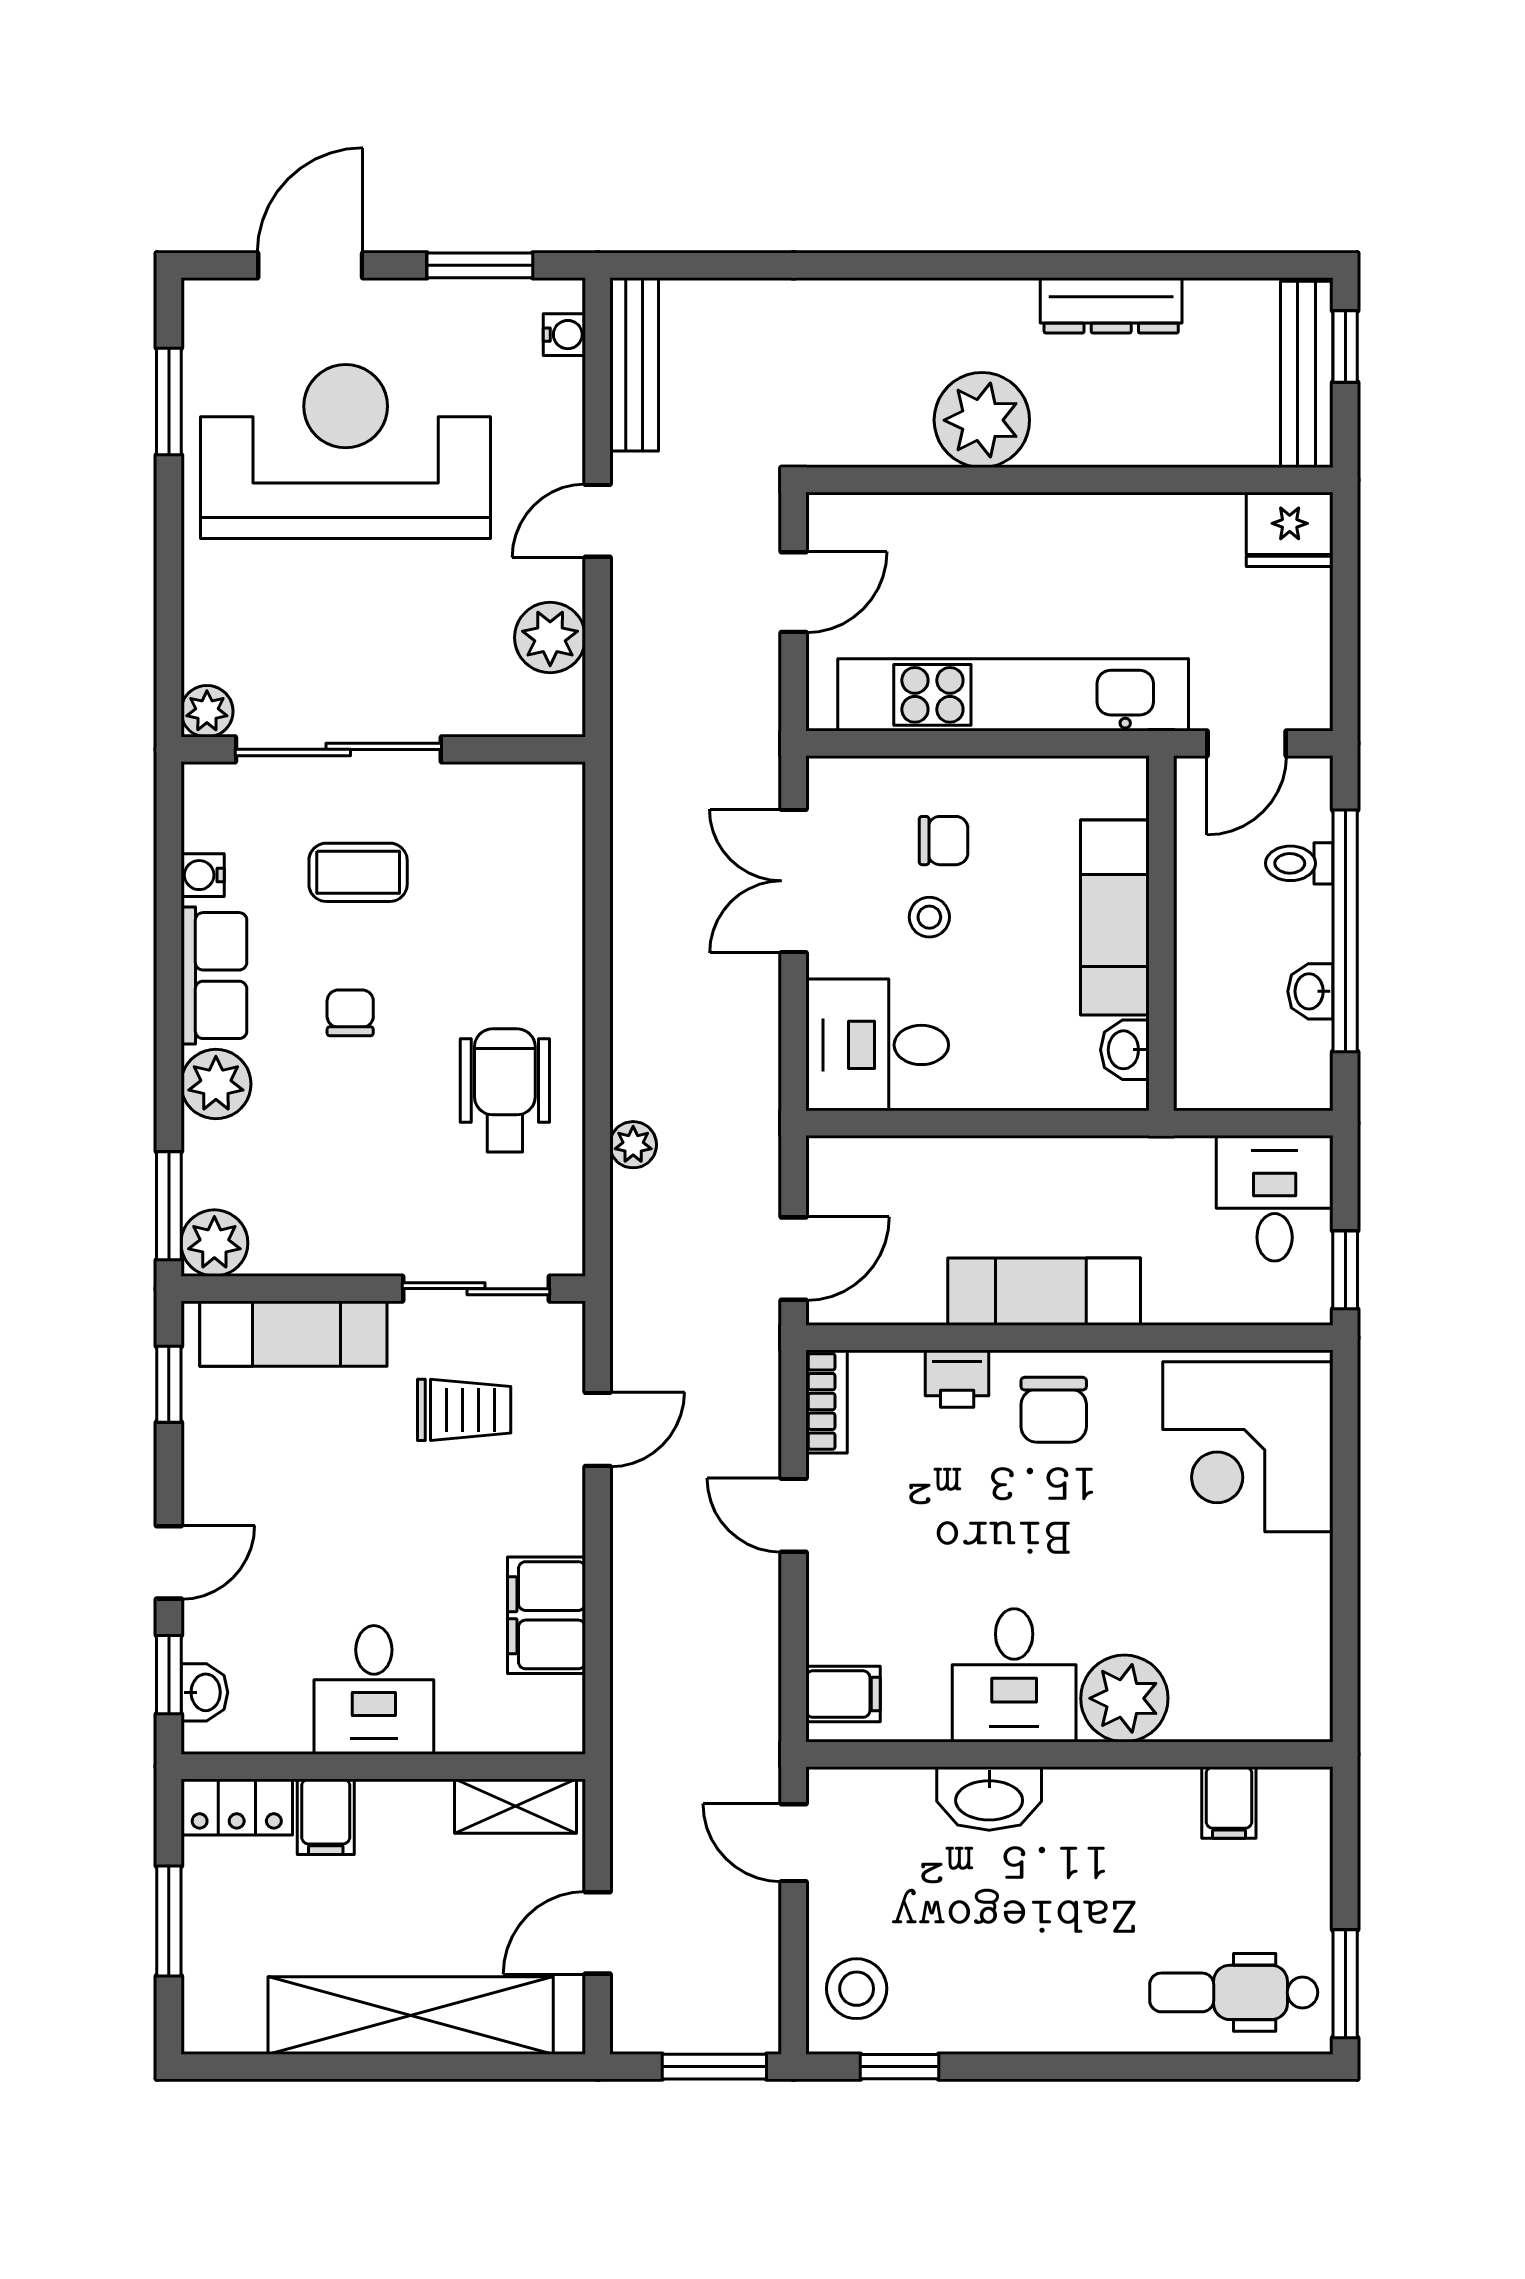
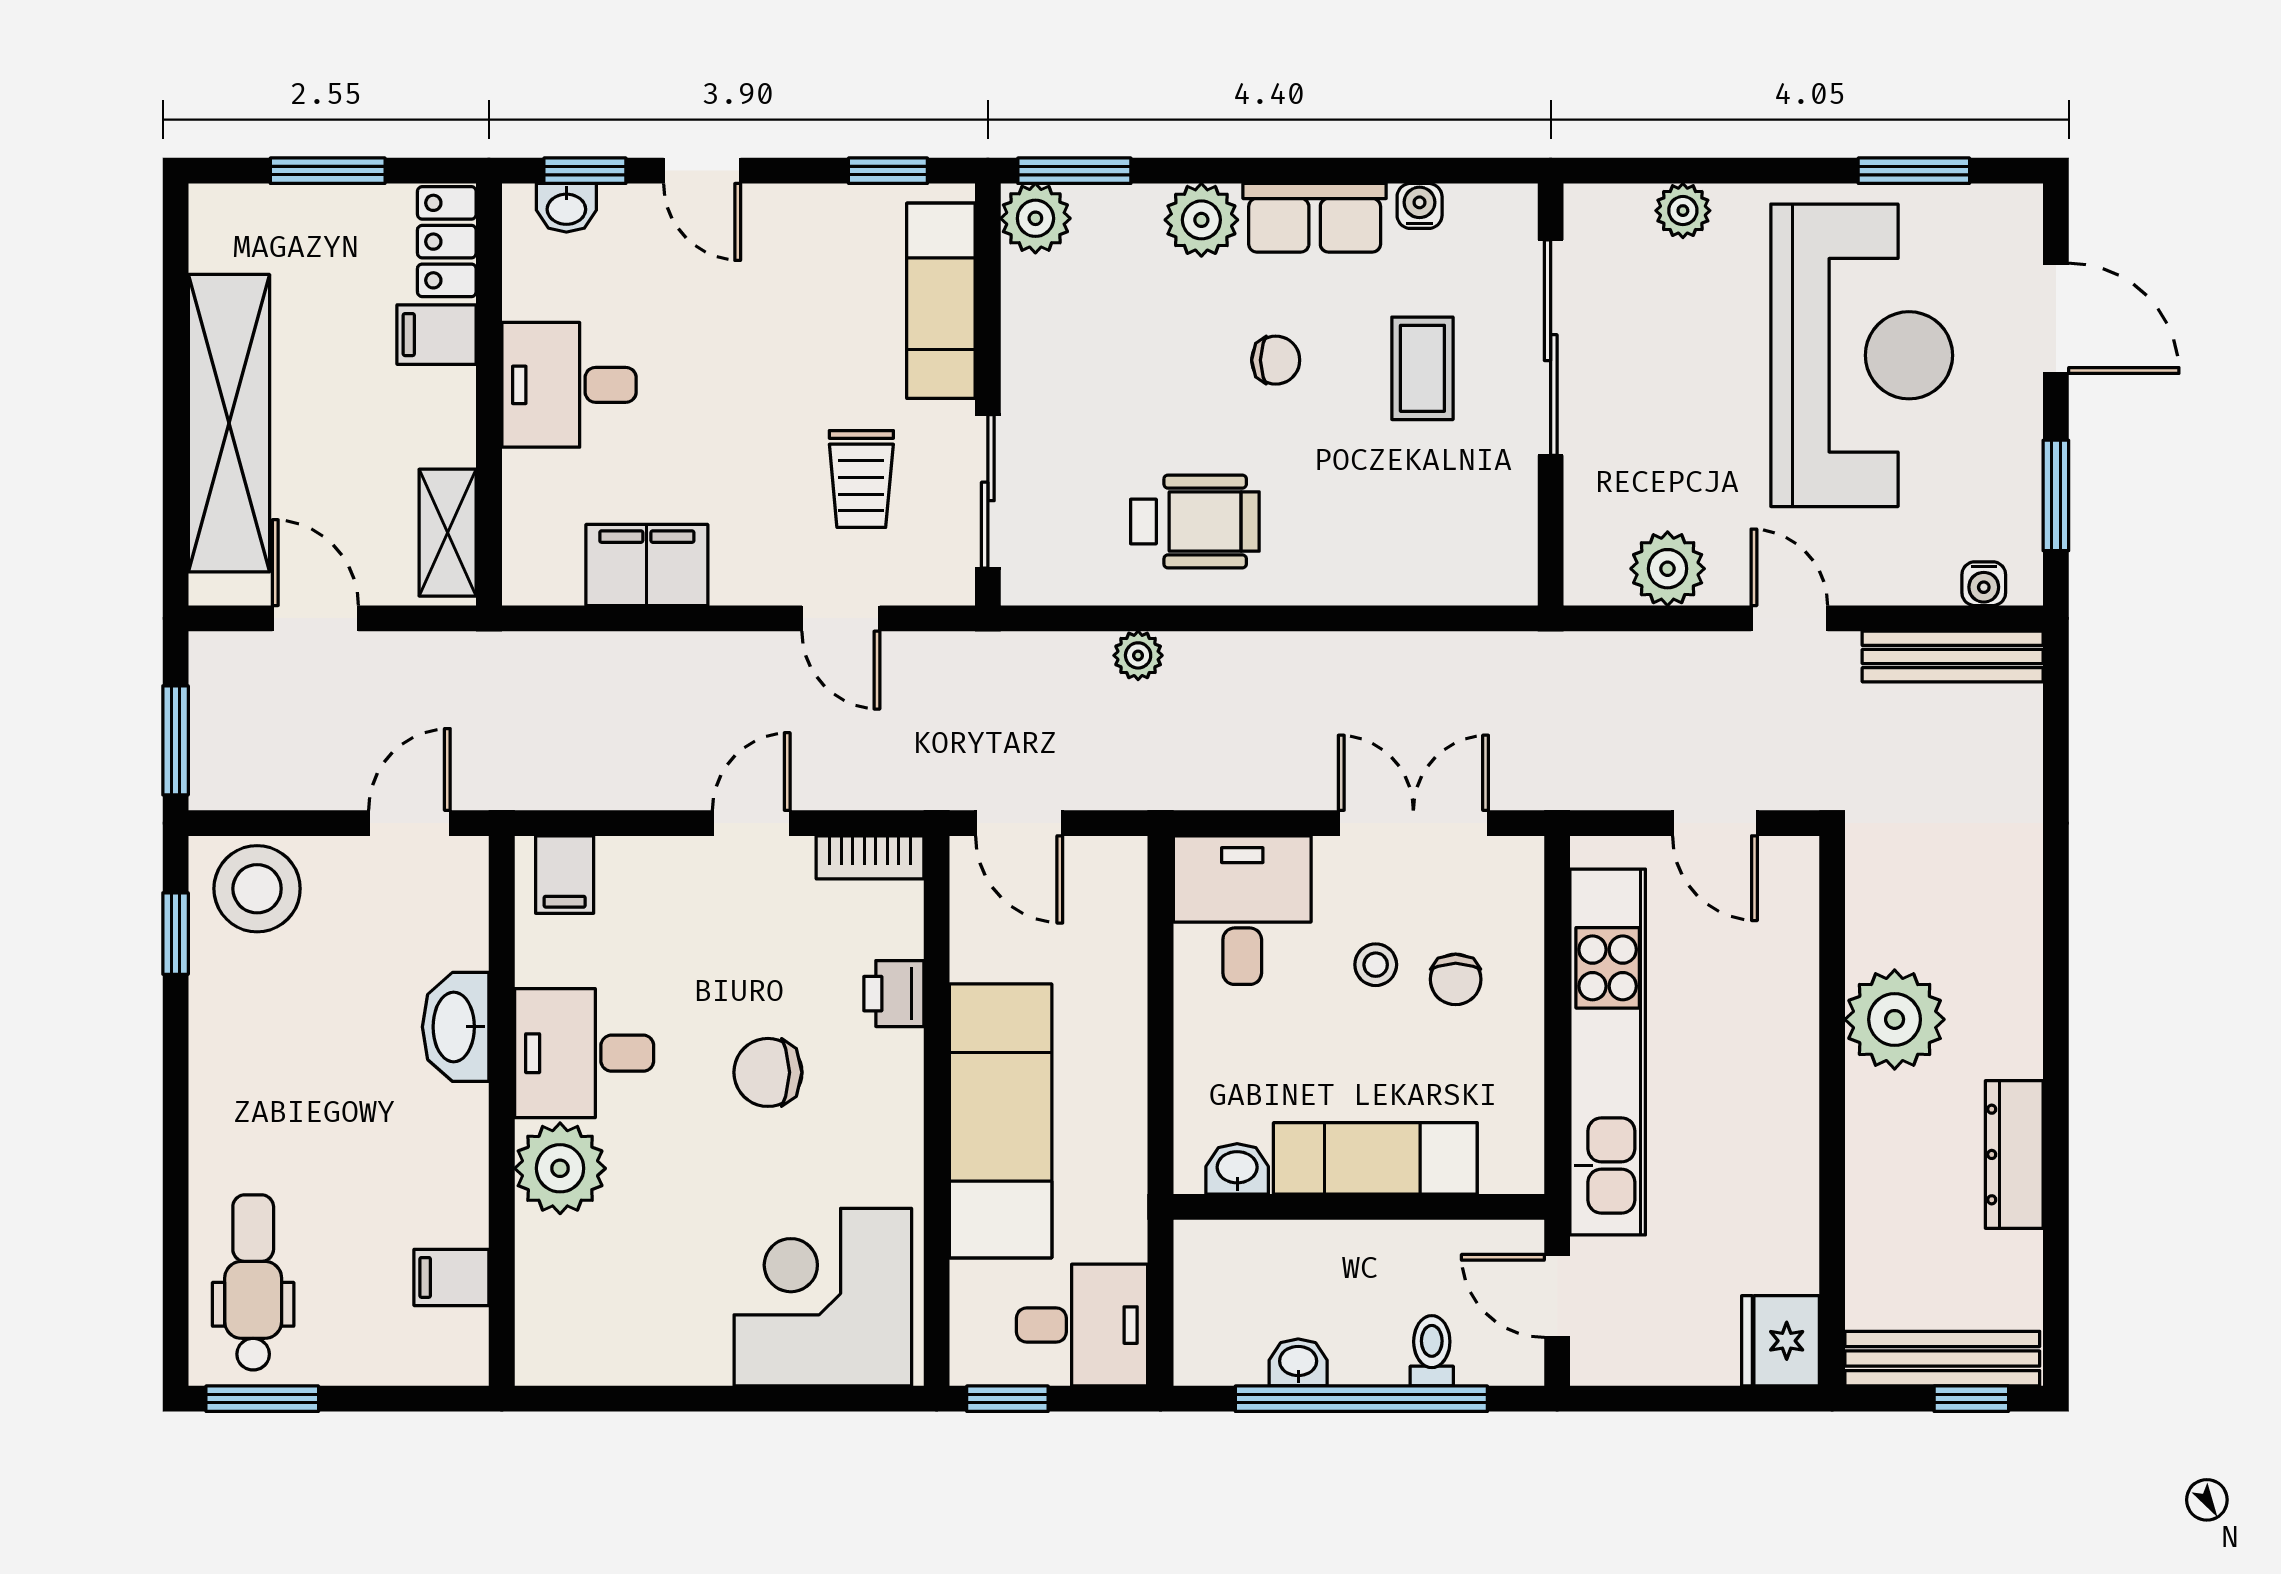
plant: (207, 711) -> (1683, 211), moved
exam couch: (1044, 1292) -> (1001, 1121), width x1.36, depth x1.45
chair: (1054, 1410) -> (768, 1072), moved
stool: (857, 1989) -> (257, 889), width x1.38, depth x1.38

